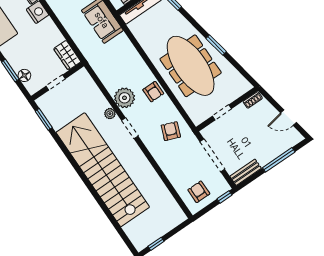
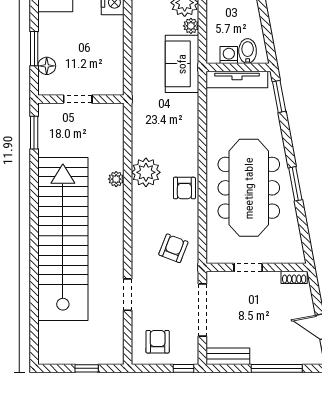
wardrobe: (67, 55) -> (113, 77), removed
doorway: (130, 128) -> (128, 295), moved
window: (156, 244) -> (87, 368), moved

